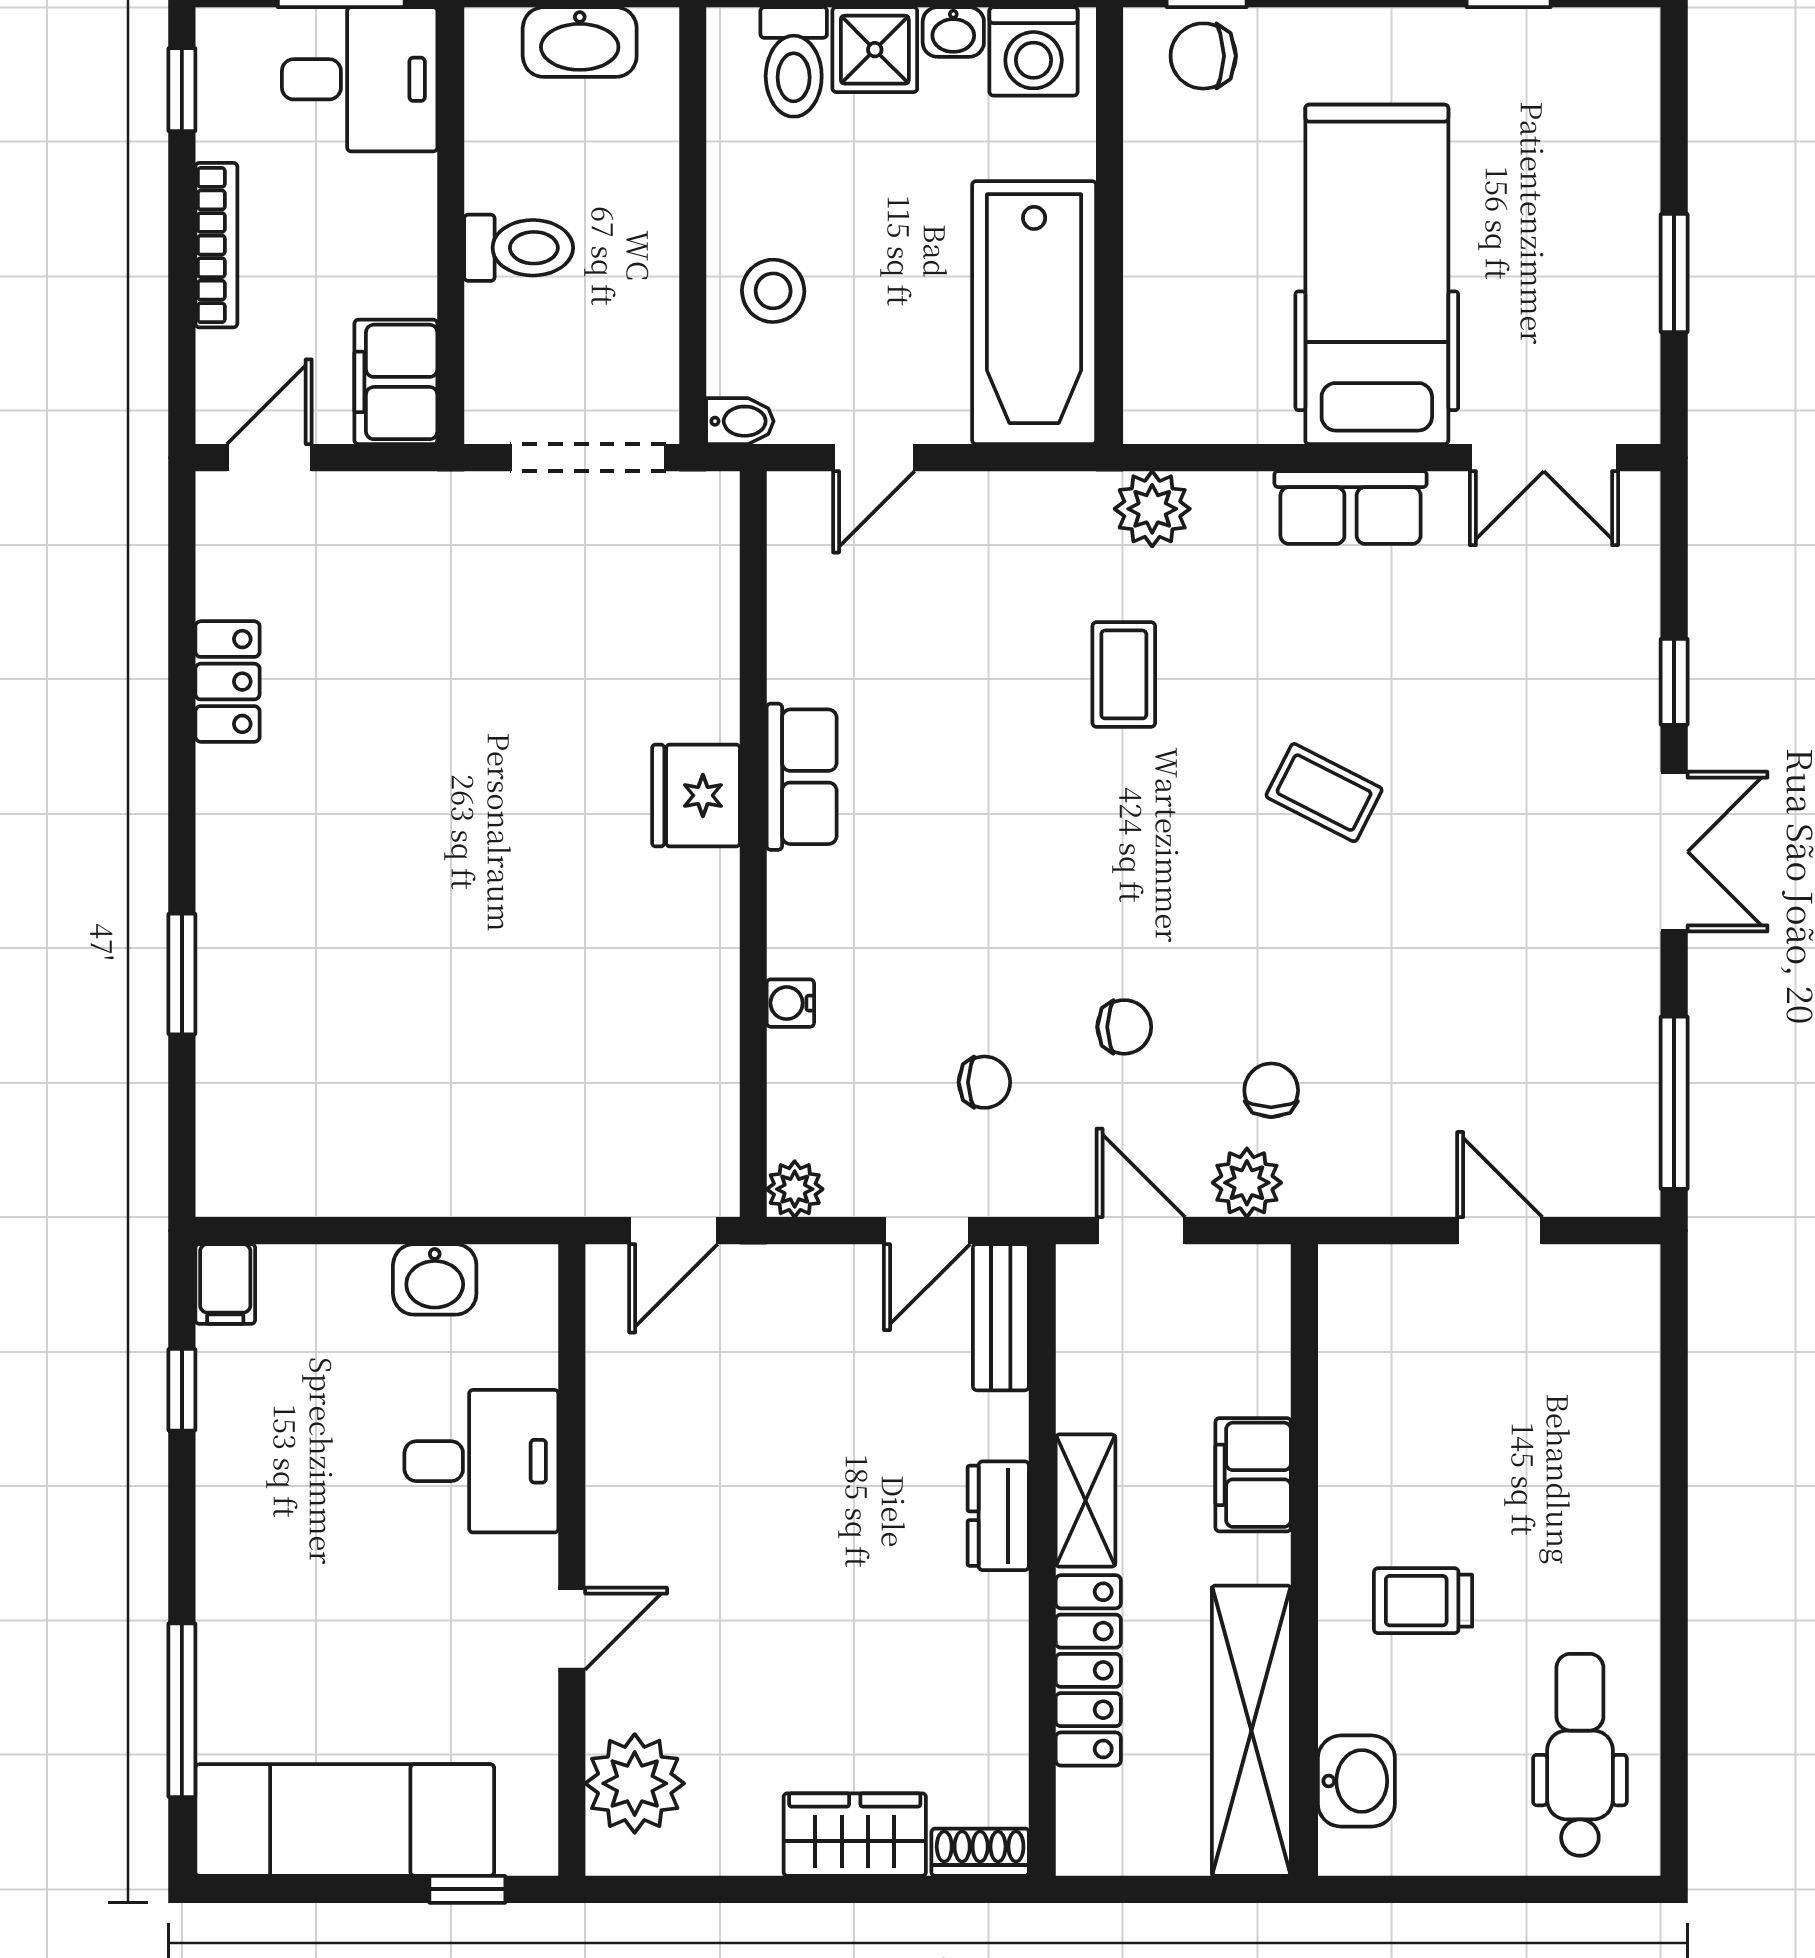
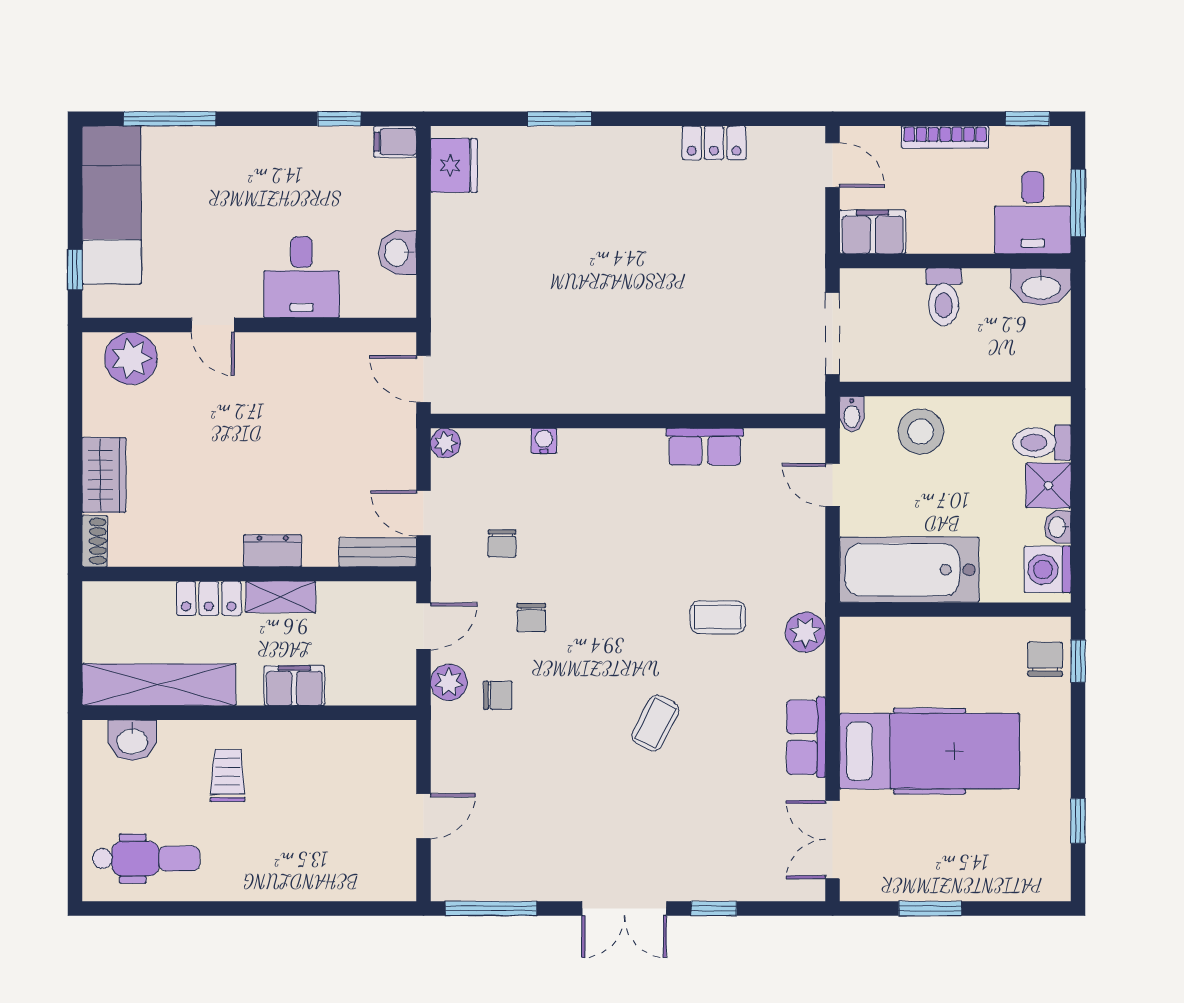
washbasin: (580, 42) -> (1041, 287), moved, turned -90
stool: (773, 291) -> (921, 432), width x1.38, depth x1.38
row of seats: (802, 777) -> (705, 447), moved
fridge: (696, 795) -> (454, 165), moved, turned 90
locker: (1088, 1670) -> (209, 598), width x0.66

